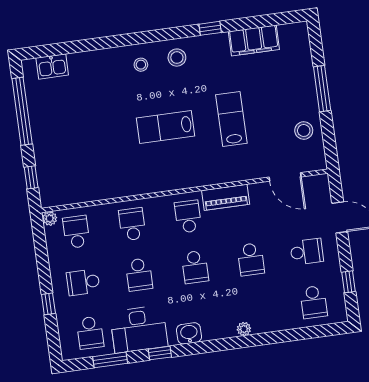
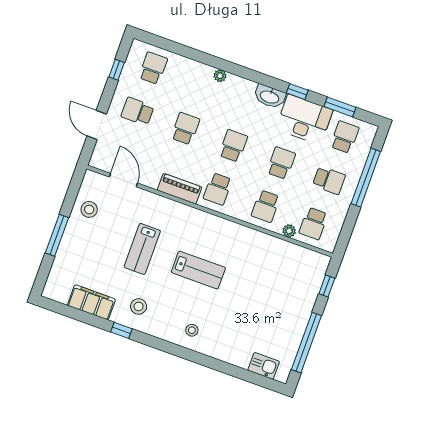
stool: (177, 58) -> (139, 306), moved
plant: (50, 218) -> (289, 231), moved
window: (48, 304) -> (366, 178), width x3.17
washbasin: (189, 333) -> (270, 97), width x1.38

